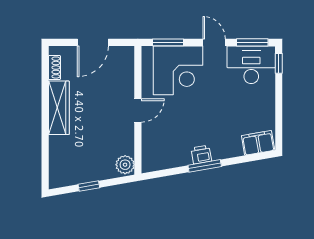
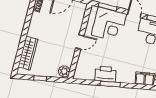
wardrobe: (59, 108) -> (28, 53), moved
printer: (201, 155) -> (105, 74), width x1.87, depth x1.48

